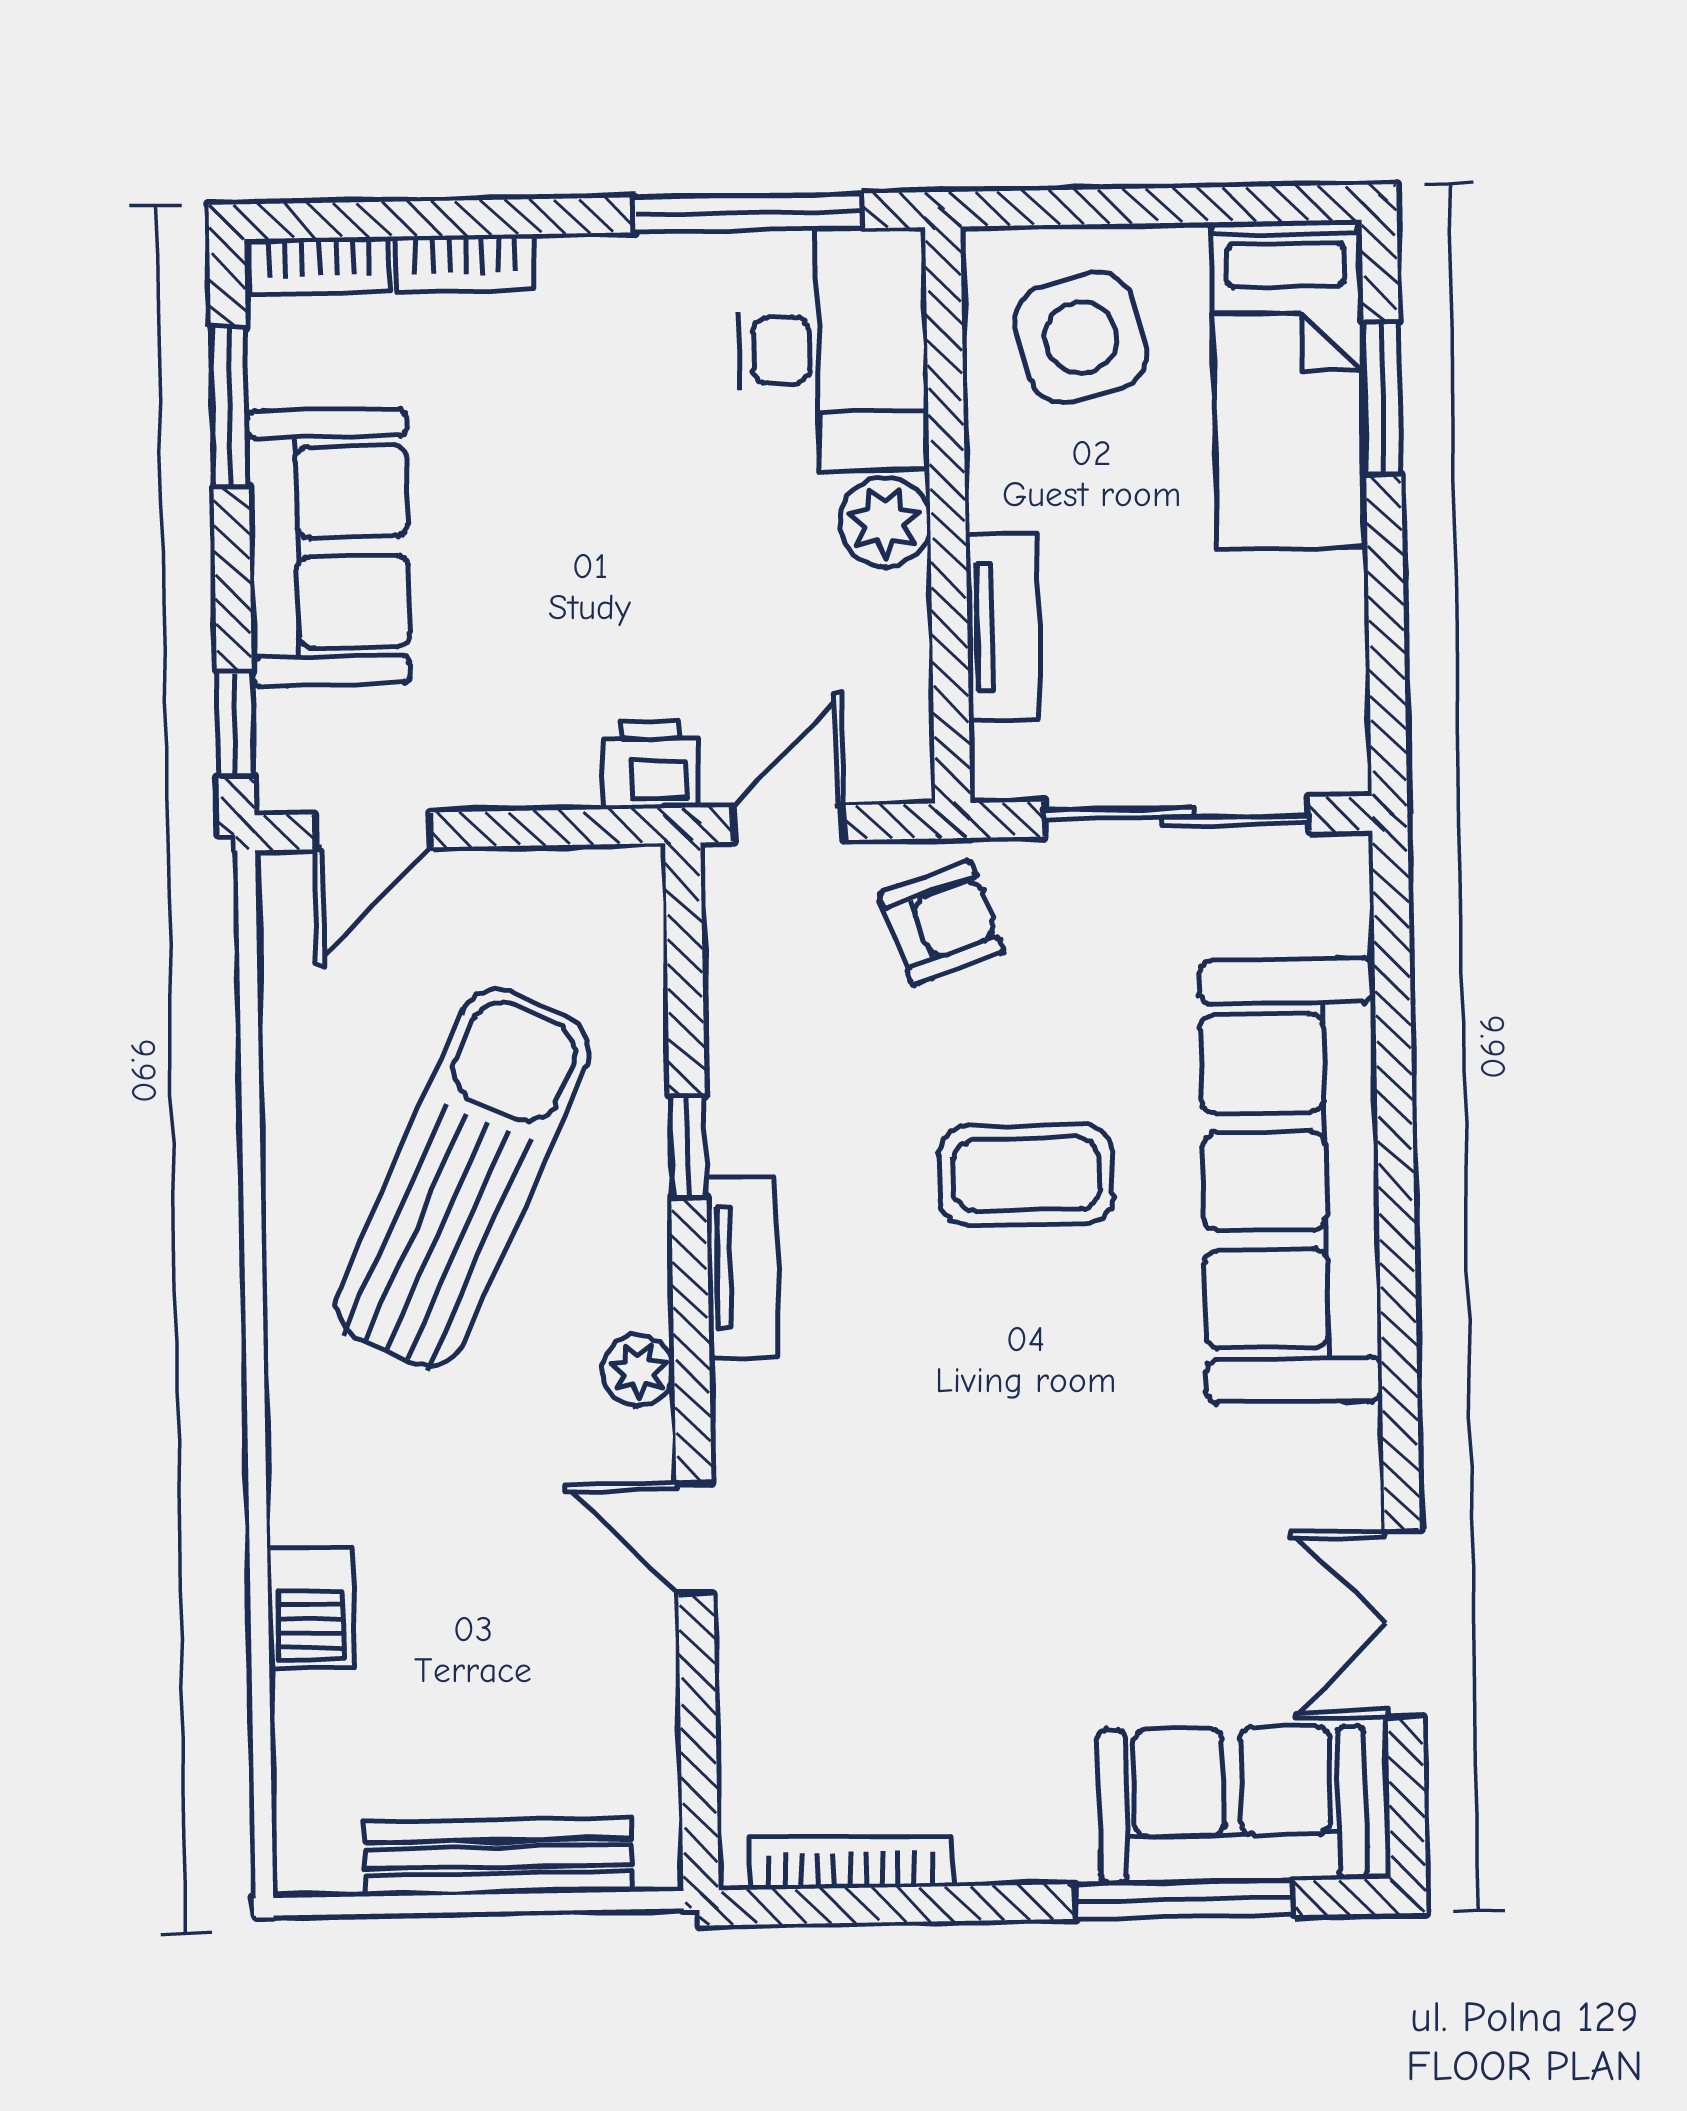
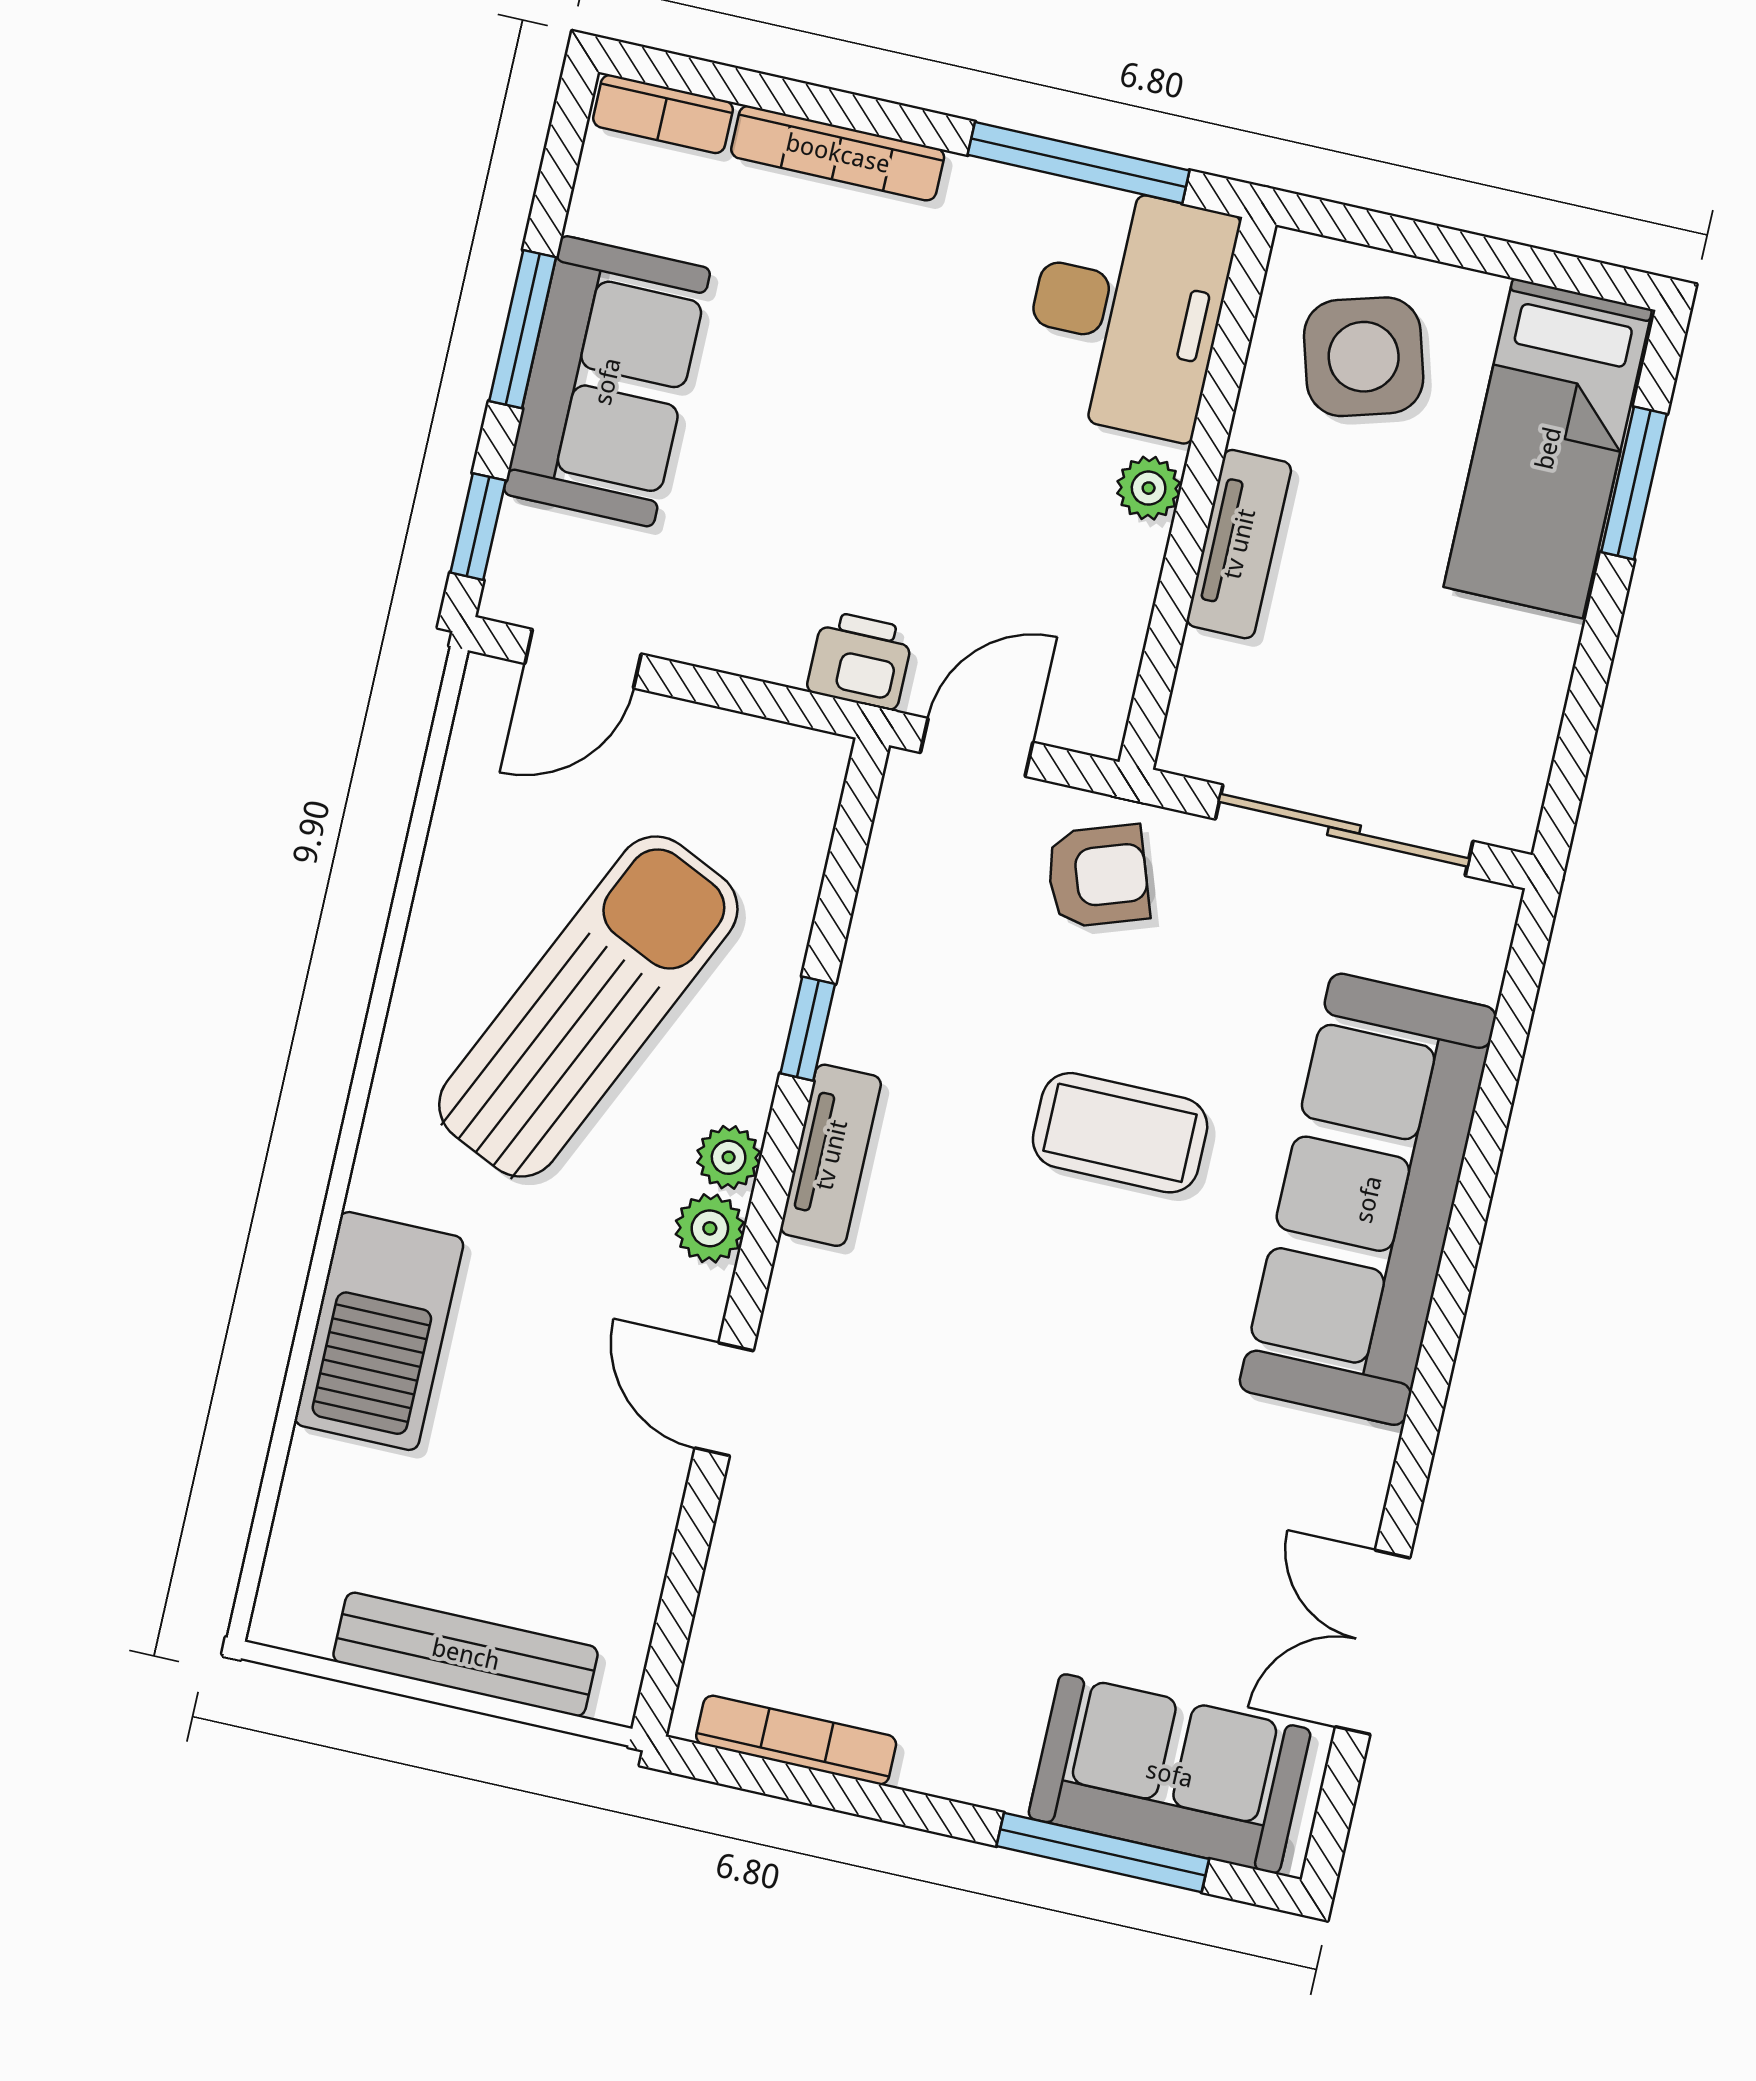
bookcase: (465, 263) -> (838, 153), width x1.56
window: (230, 407) -> (523, 329), moved
plant: (885, 522) -> (1149, 488), width x0.73, depth x0.73
tv unit: (1003, 627) -> (1239, 544), moved
plant: (640, 1295) -> (729, 1157), added
barbecue: (311, 1608) -> (379, 1331), width x1.88, depth x1.53

